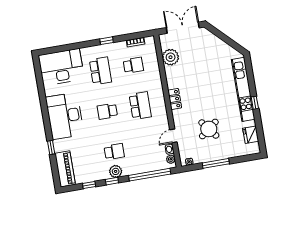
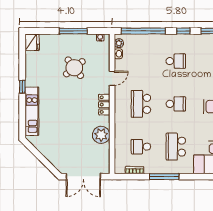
window: (107, 41) -> (164, 177), width x2.17
plant: (171, 57) -> (101, 135), moved
kitchen unit: (243, 89) -> (32, 111), width x0.73
fridge: (251, 135) -> (32, 42), moved
door: (173, 136) -> (112, 78), moved
school desk: (114, 152) -> (176, 61), turned 180
plant: (116, 171) -> (178, 40), removed

